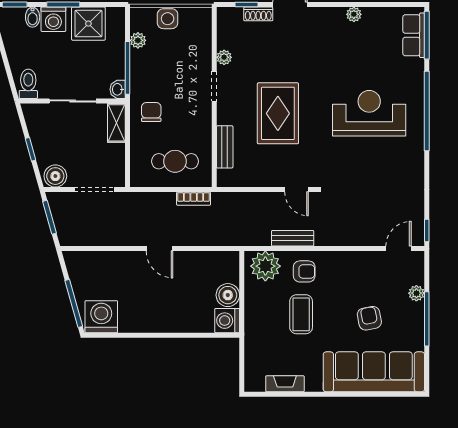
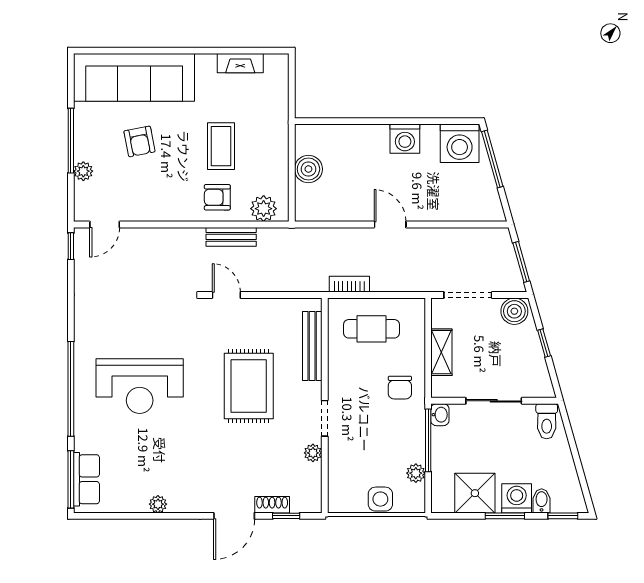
shelving: (116, 123) -> (441, 352), moved
bench: (225, 147) -> (312, 346), width x1.36
plant: (265, 266) -> (264, 209), width x0.73, depth x0.73
washing machine: (227, 321) -> (405, 139), moved, turned 90

